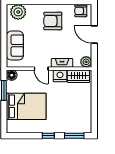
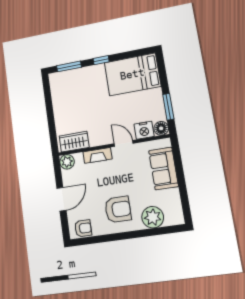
plant: (18, 12) -> (153, 217), moved
door: (94, 34) -> (61, 199), hinge flipped
nightstand: (60, 76) -> (144, 130), moved
bed: (26, 106) -> (132, 74), moved

